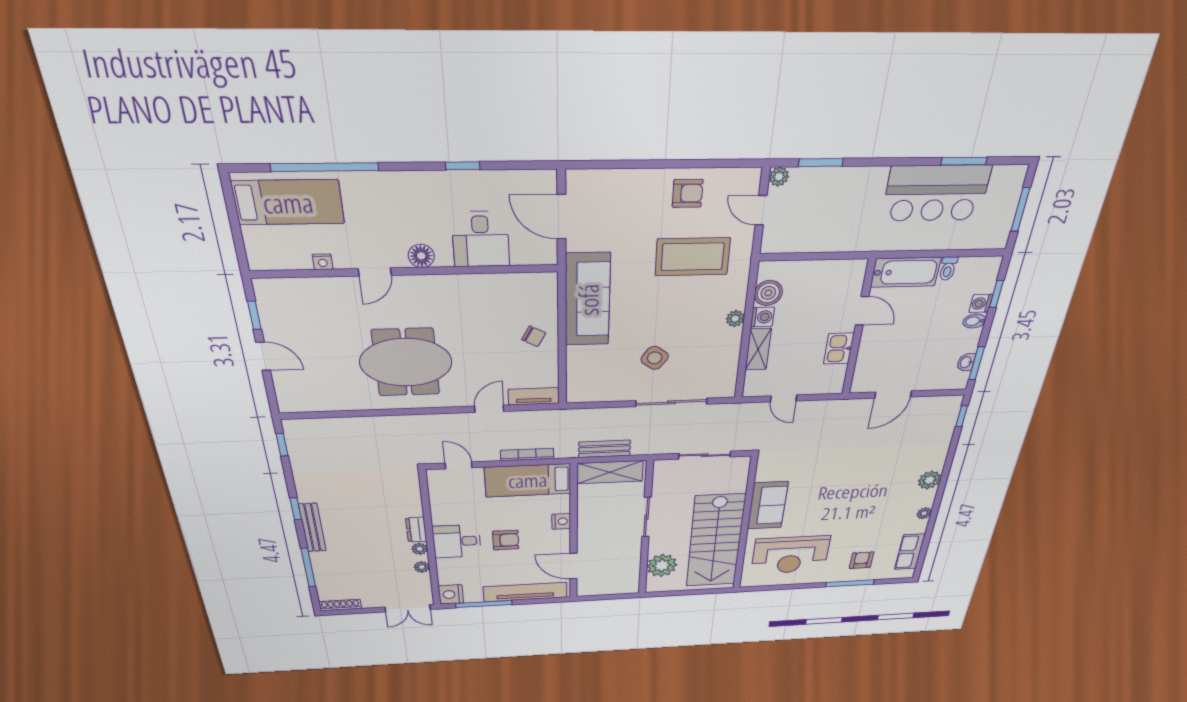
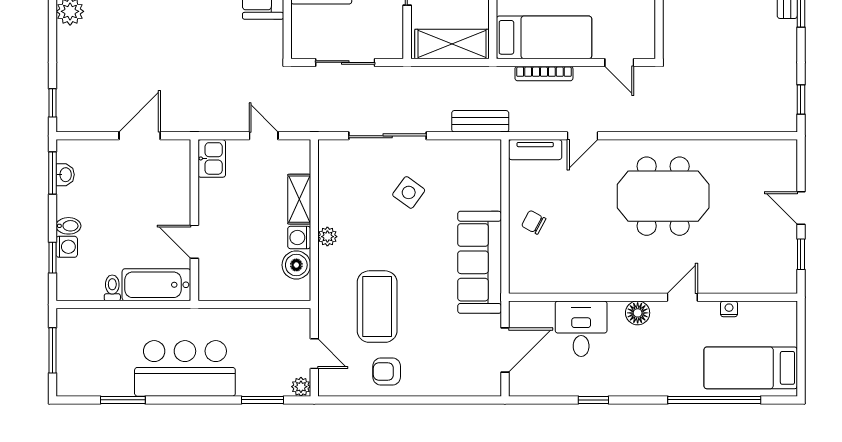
bar counter: (936, 193) -> (185, 368), moved
door: (561, 217) -> (505, 350), hinge flipped
coffee table: (693, 257) -> (377, 307), turned 90
kitchen sink: (839, 349) -> (212, 158), moved
bench: (604, 449) -> (480, 121), moved

